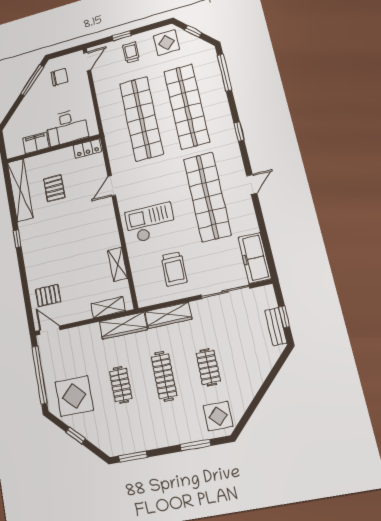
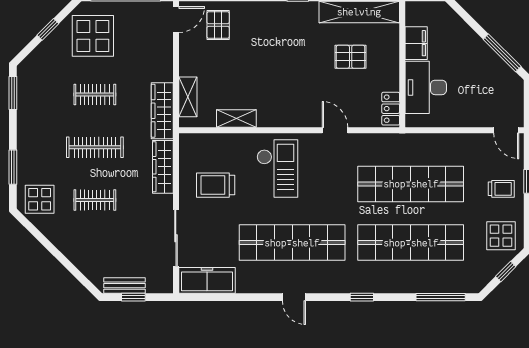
chair: (59, 77) -> (496, 90), removed

